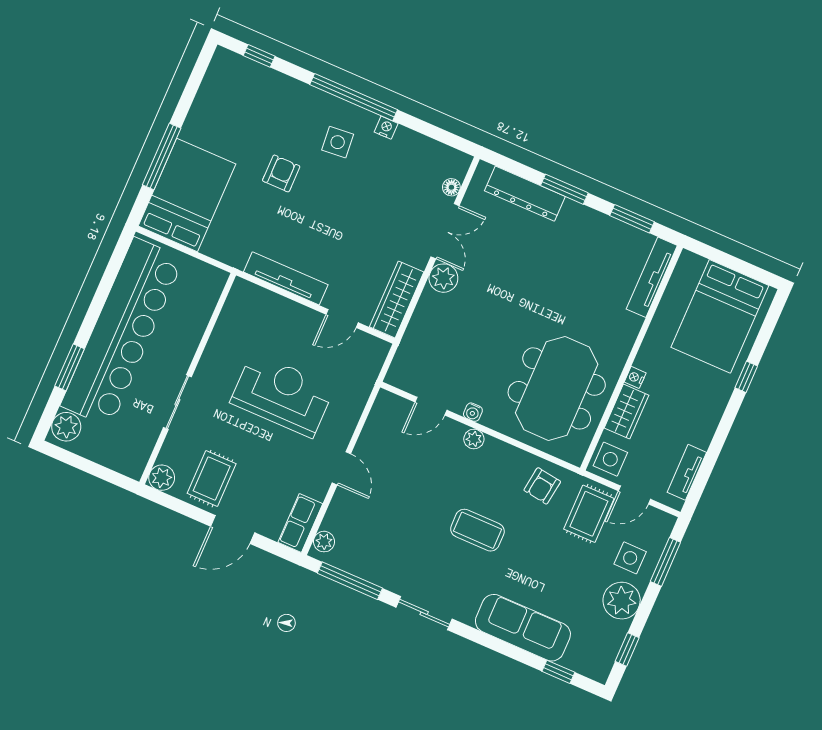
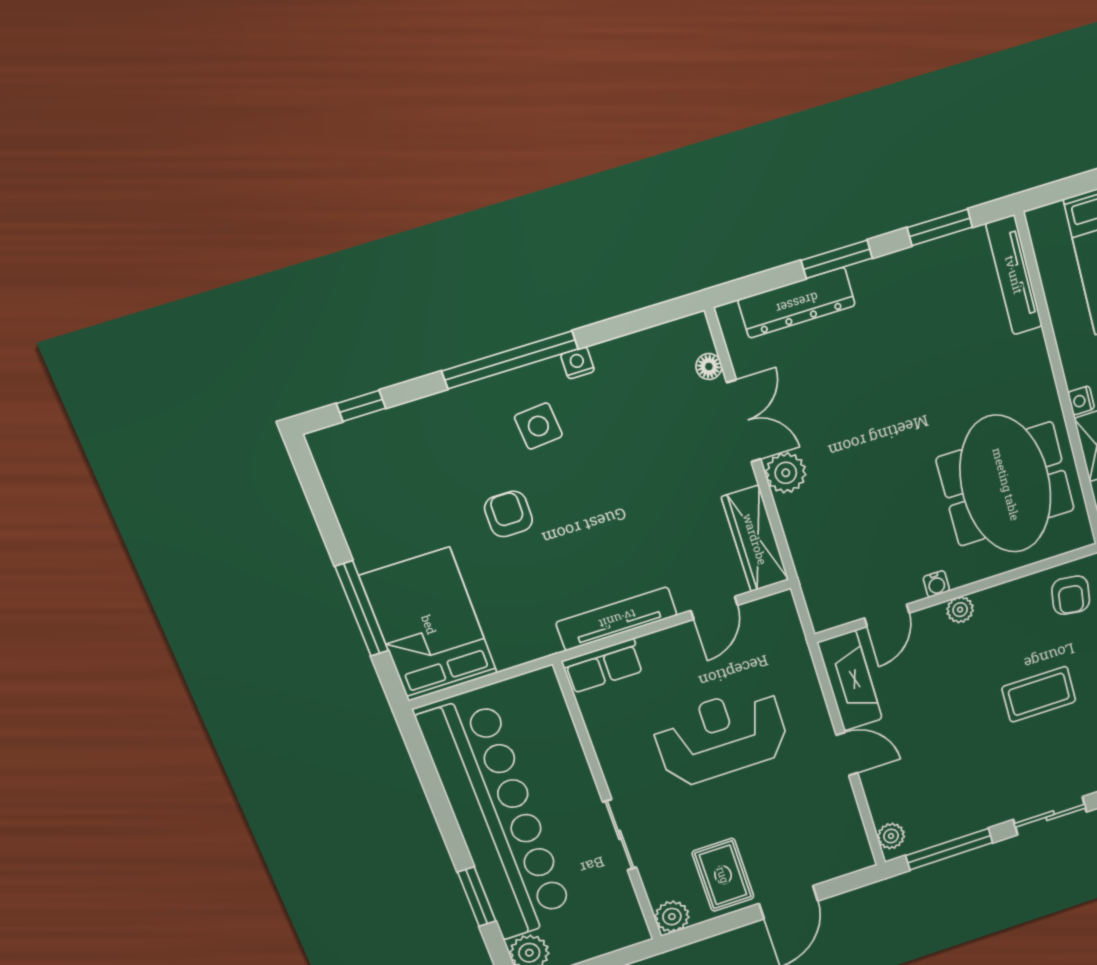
fireplace: (379, 426) -> (850, 681), added
row of seats: (300, 523) -> (603, 666), moved, turned -90

